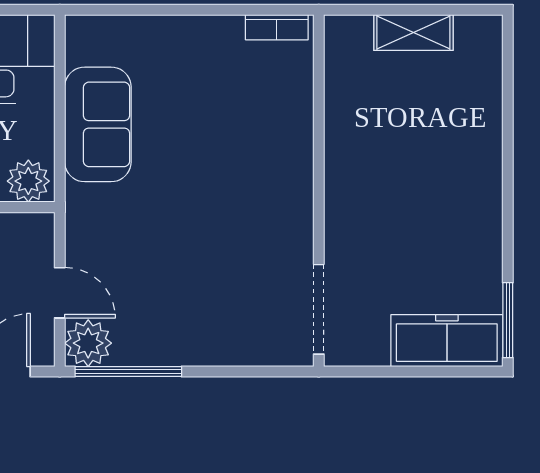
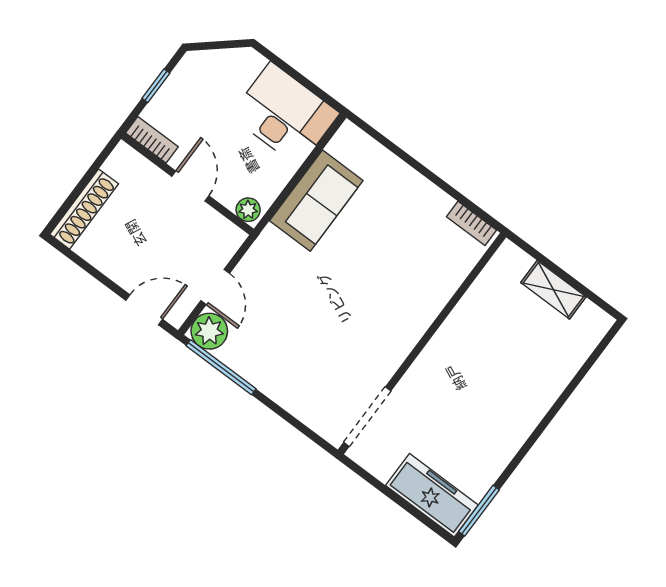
plant: (28, 181) -> (248, 210), width x0.73, depth x0.73

